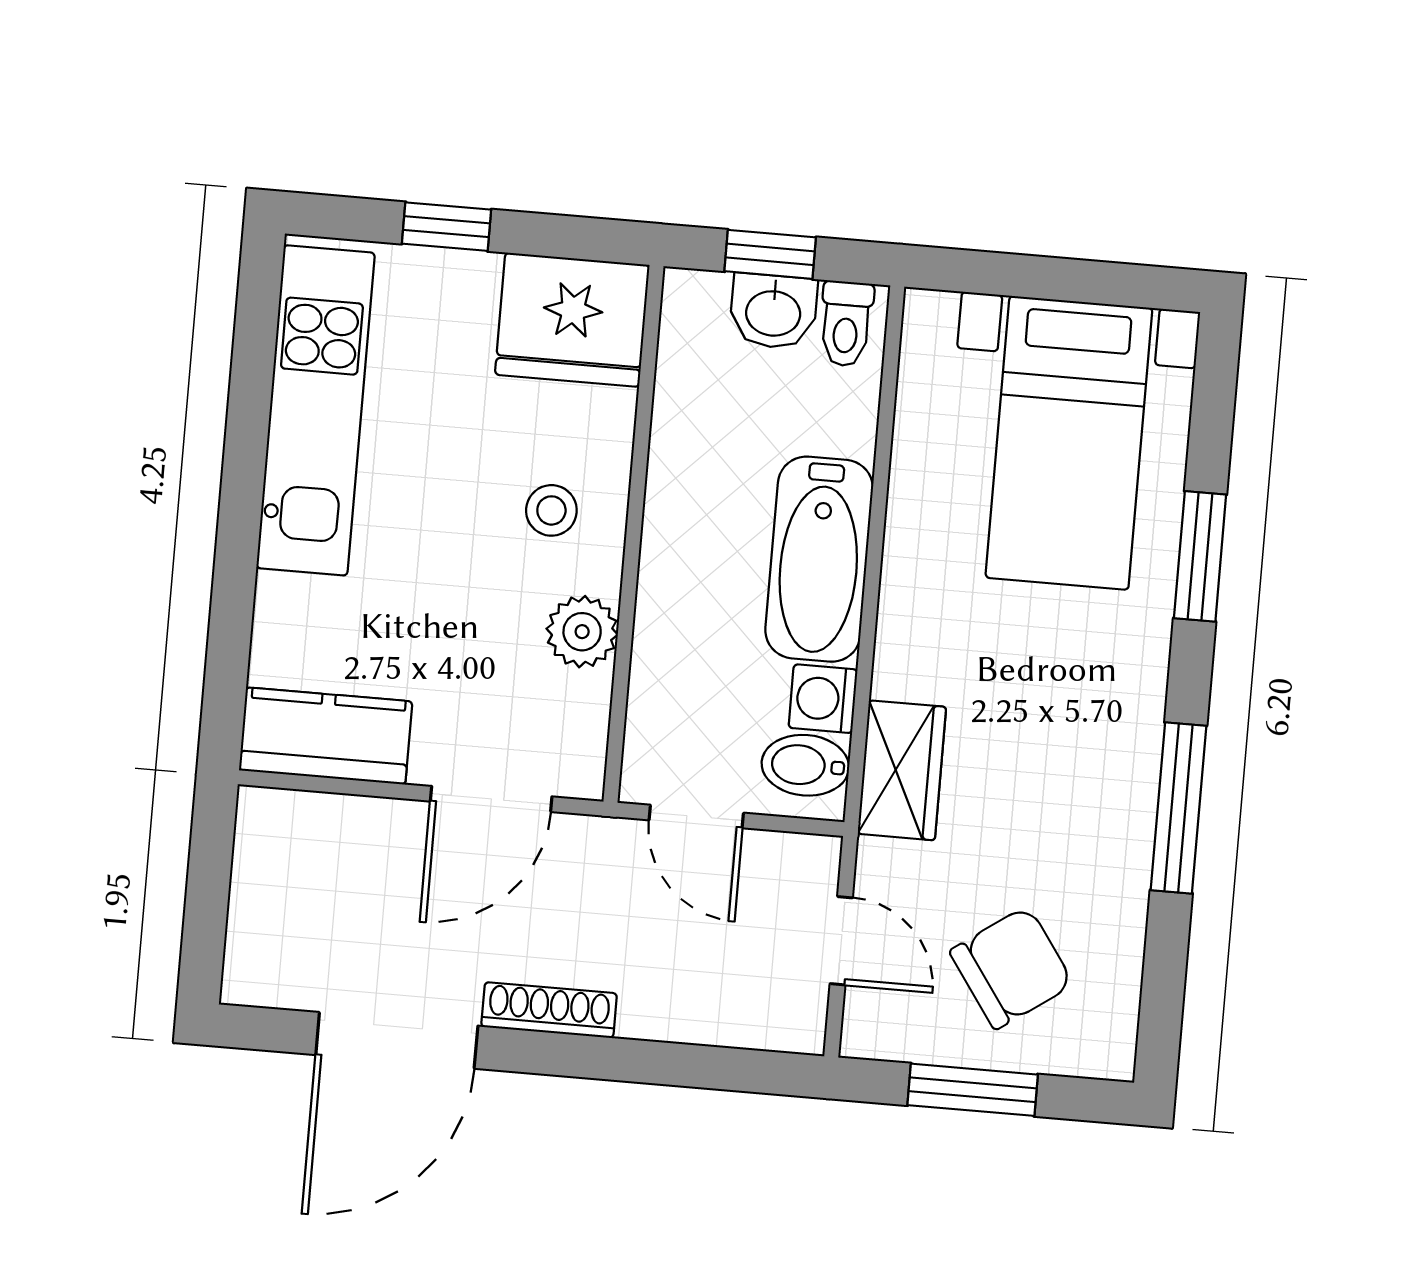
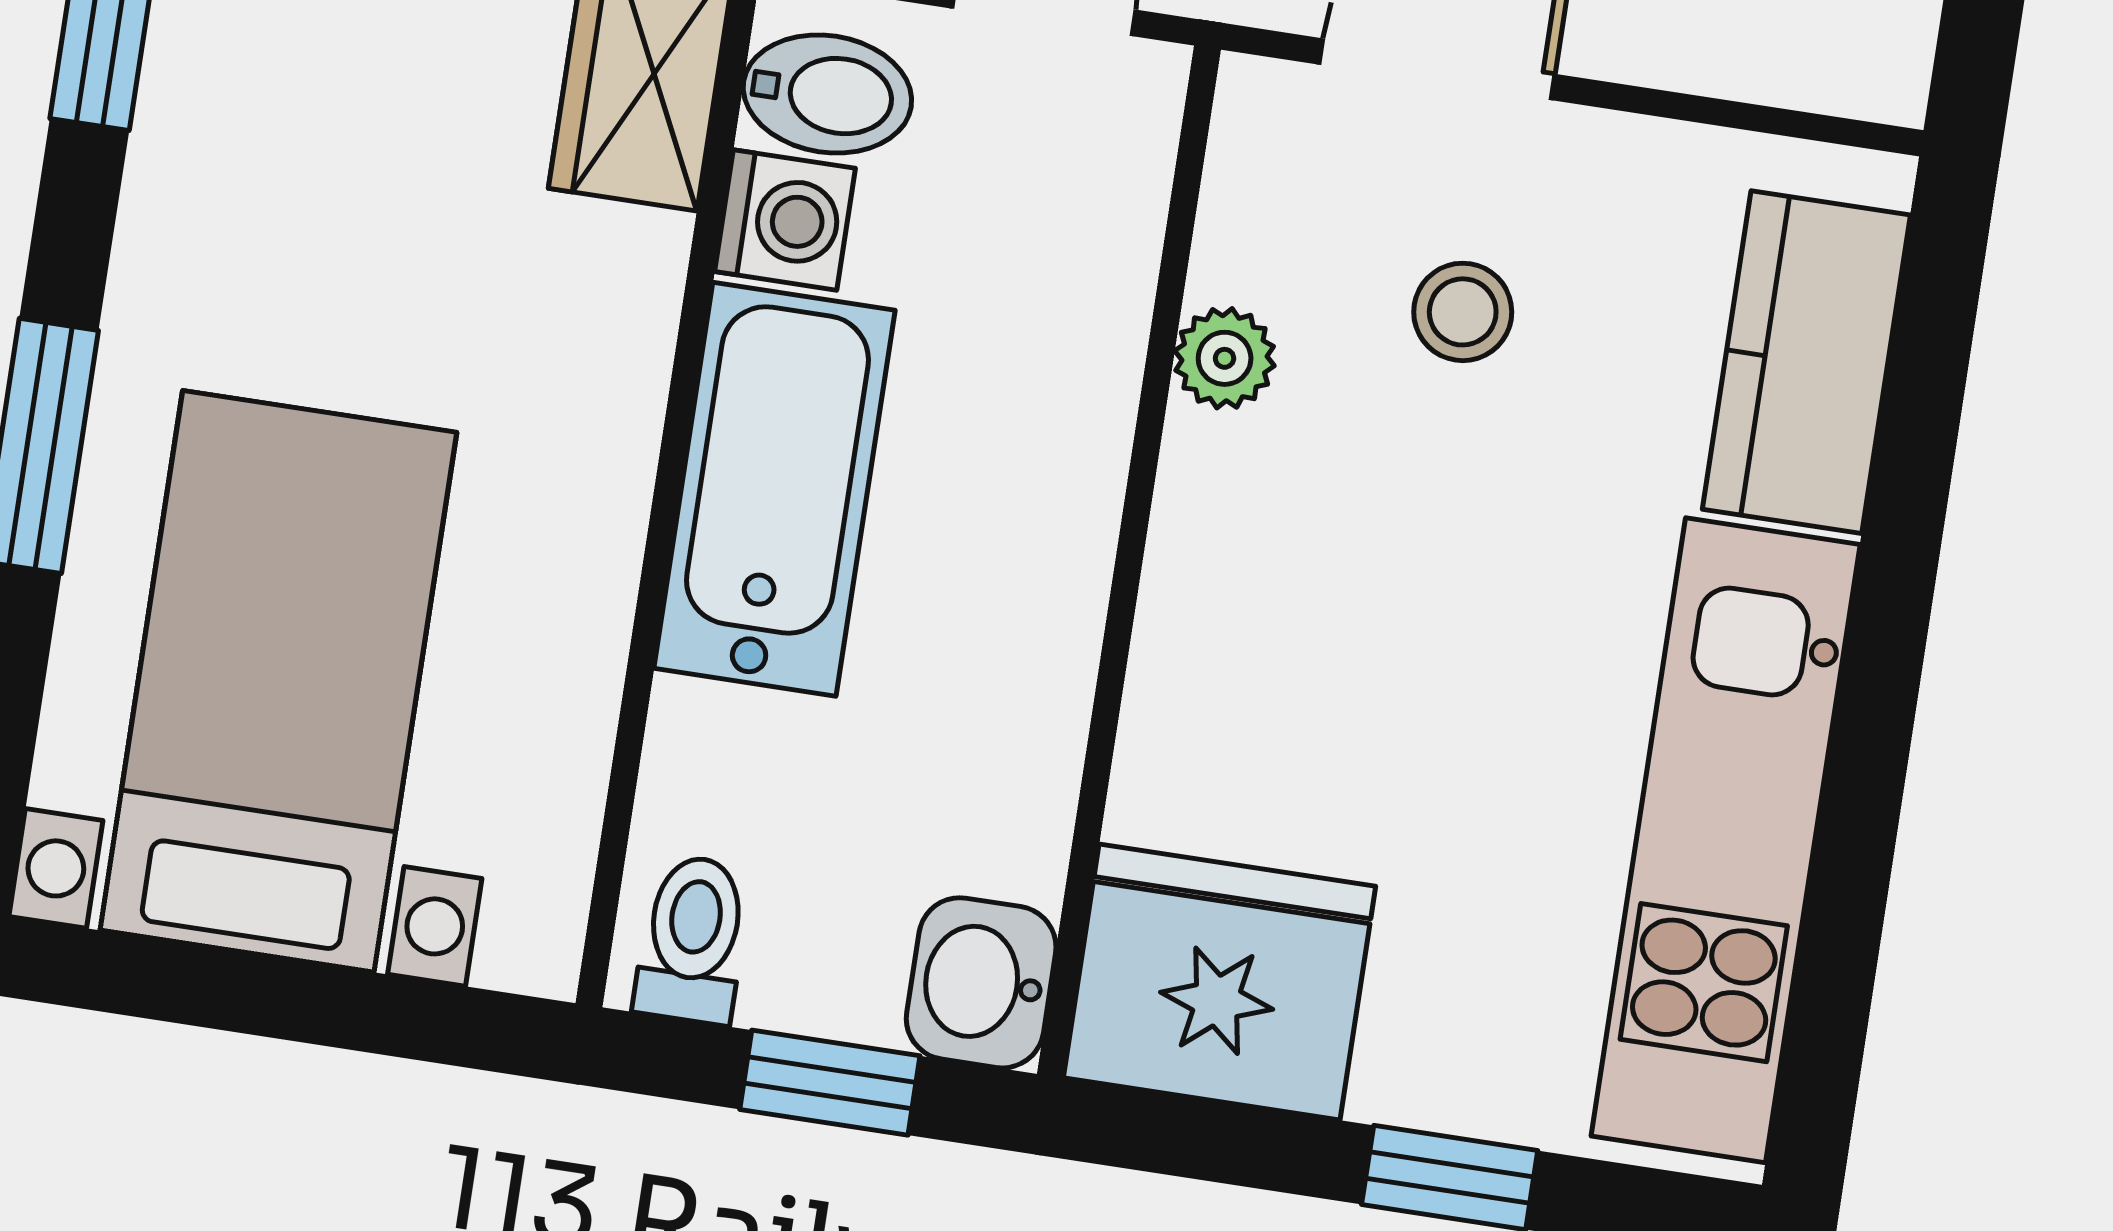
washbasin: (773, 311) -> (981, 983), moved, turned -90
stool: (551, 510) -> (1463, 312), moved
plant: (582, 632) -> (1225, 358), width x0.73, depth x0.73
kitchen counter: (326, 736) -> (1806, 362), moved, turned 90

